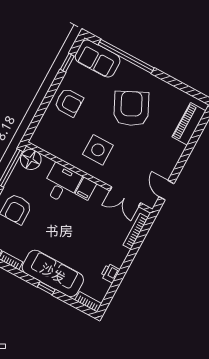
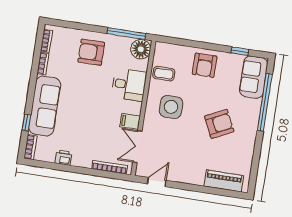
armchair: (131, 109) -> (219, 124), width x0.73, depth x0.73
coffee table: (63, 145) -> (164, 74), added
filing cabinet: (86, 189) -> (130, 121), moved
window: (46, 288) -> (26, 122), moved

